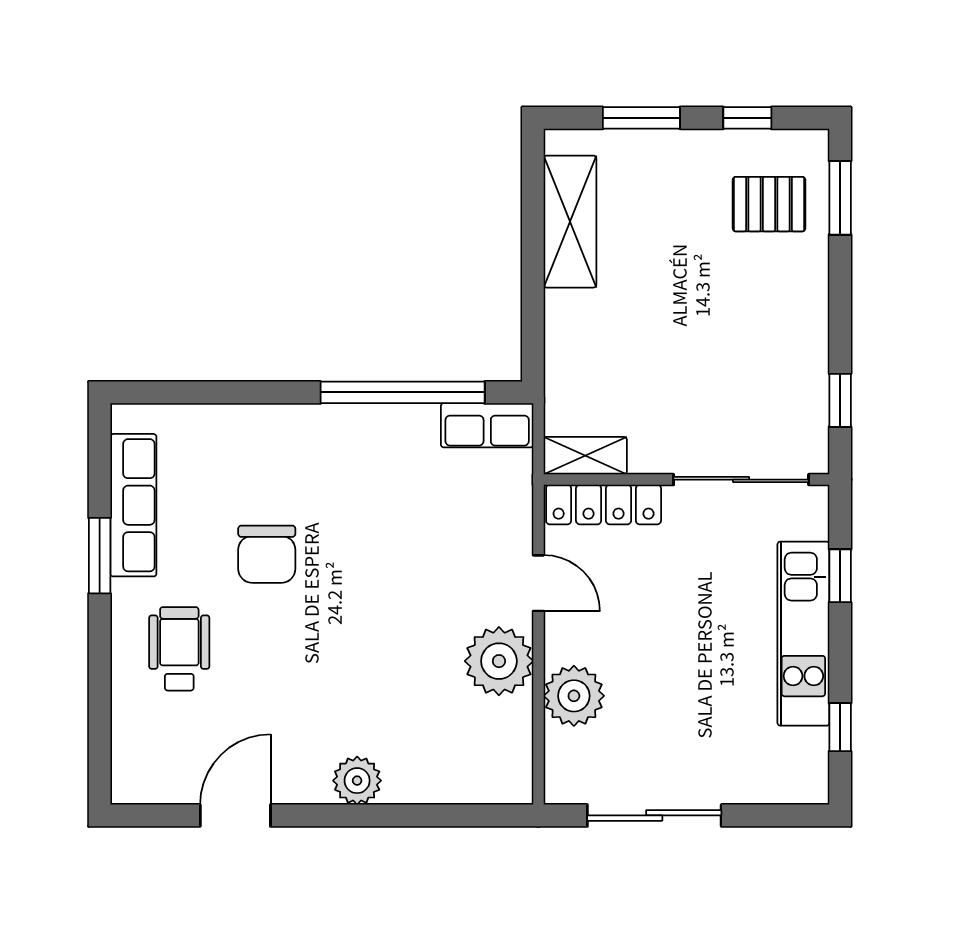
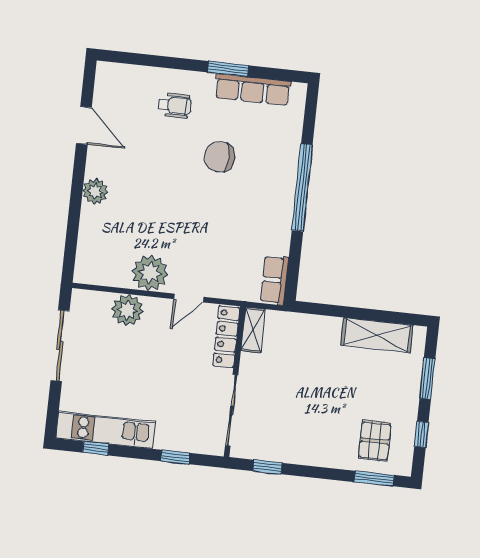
window: (403, 392) -> (302, 188), moved
kitchen unit: (803, 634) -> (105, 430), moved
wheelchair: (179, 649) -> (175, 105), width x0.73, depth x0.73

